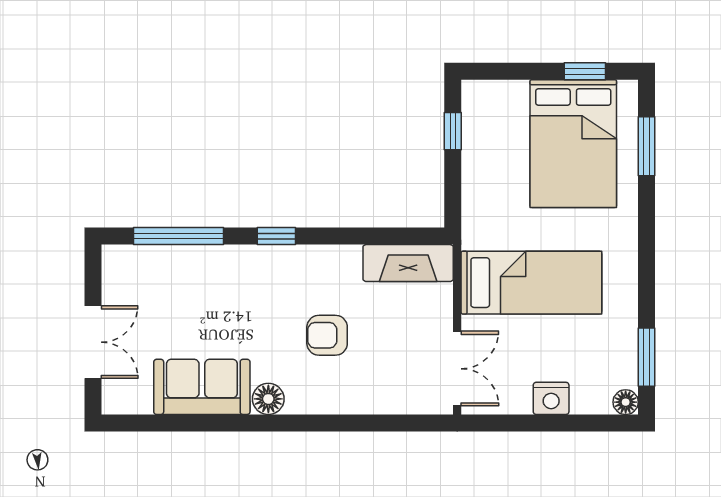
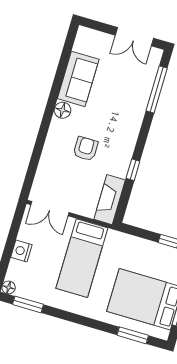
window: (276, 236) -> (133, 170), moved
double door: (93, 342) -> (134, 37), moved

